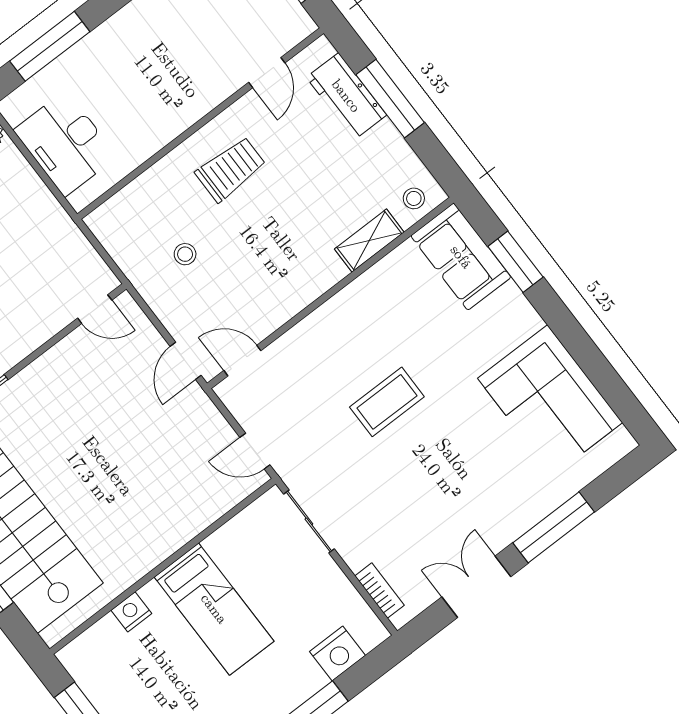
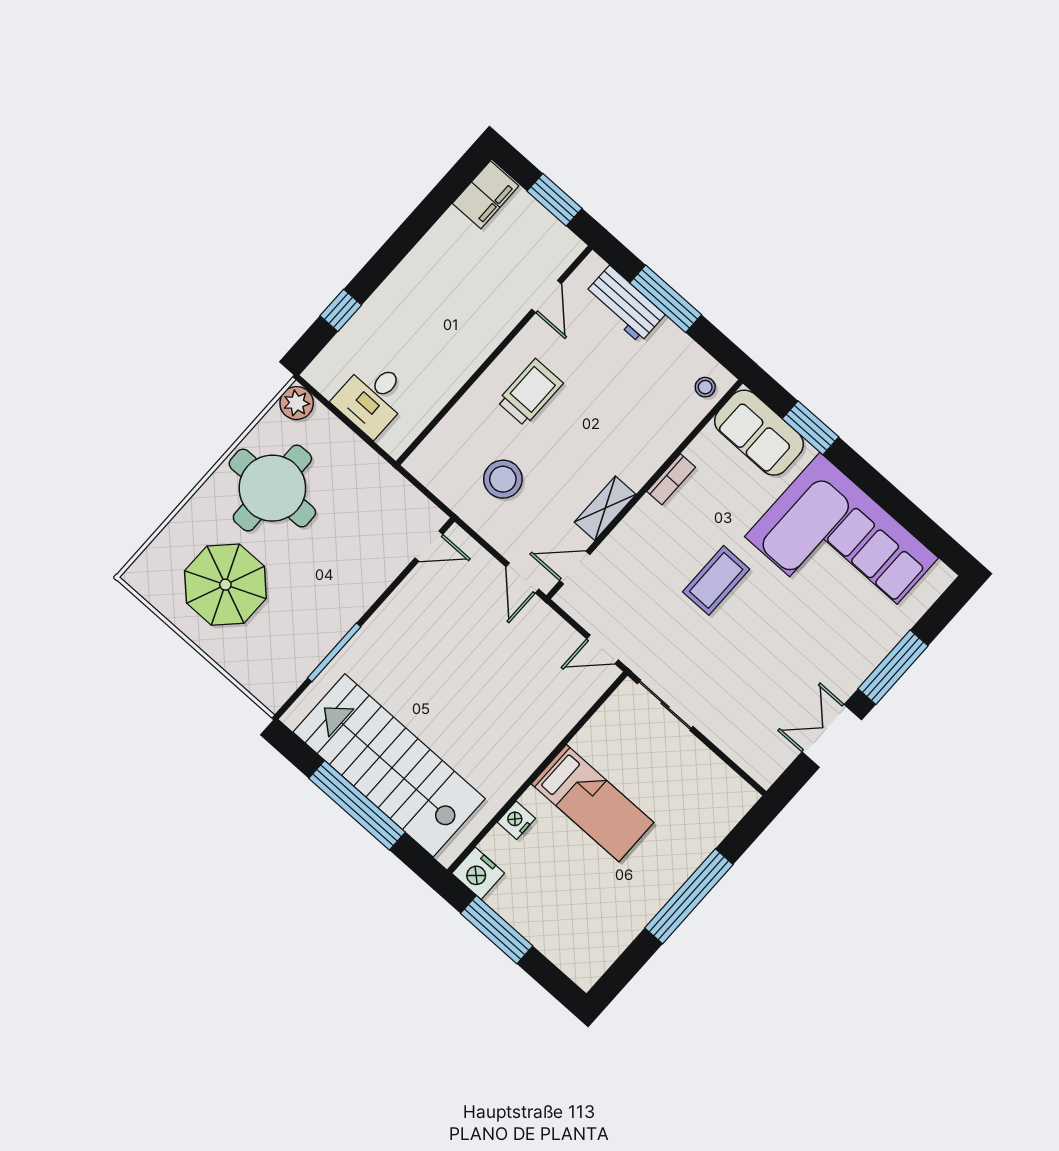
window: (50, 46) -> (341, 310), width x0.46
desk: (65, 143) -> (372, 398), width x0.73
shelving: (369, 241) -> (605, 508), moved
stool: (185, 254) -> (503, 479), width x1.89, depth x1.89
corner sofa: (550, 400) -> (841, 547), width x1.36, depth x1.36
bookcase: (380, 591) -> (671, 479), moved, turned 90
nightstand: (338, 653) -> (478, 873), moved, turned 90

